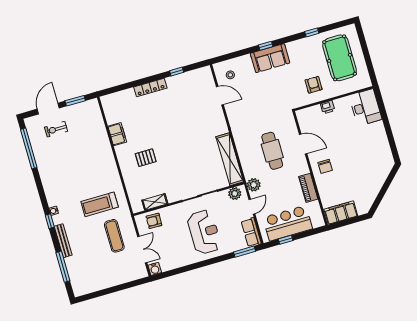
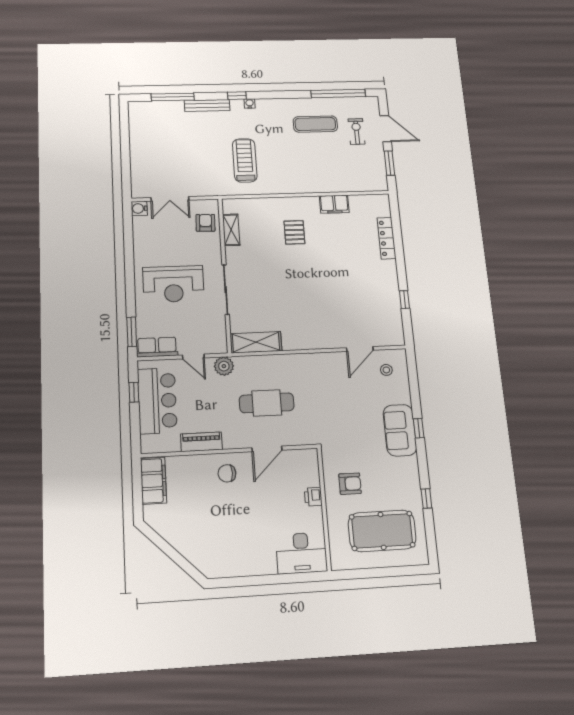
locker: (150, 88) -> (387, 238), moved
shelving: (230, 159) -> (256, 342), width x0.68
plant: (235, 194) -> (218, 337), removed
exercise mat: (114, 236) -> (315, 124), moved

